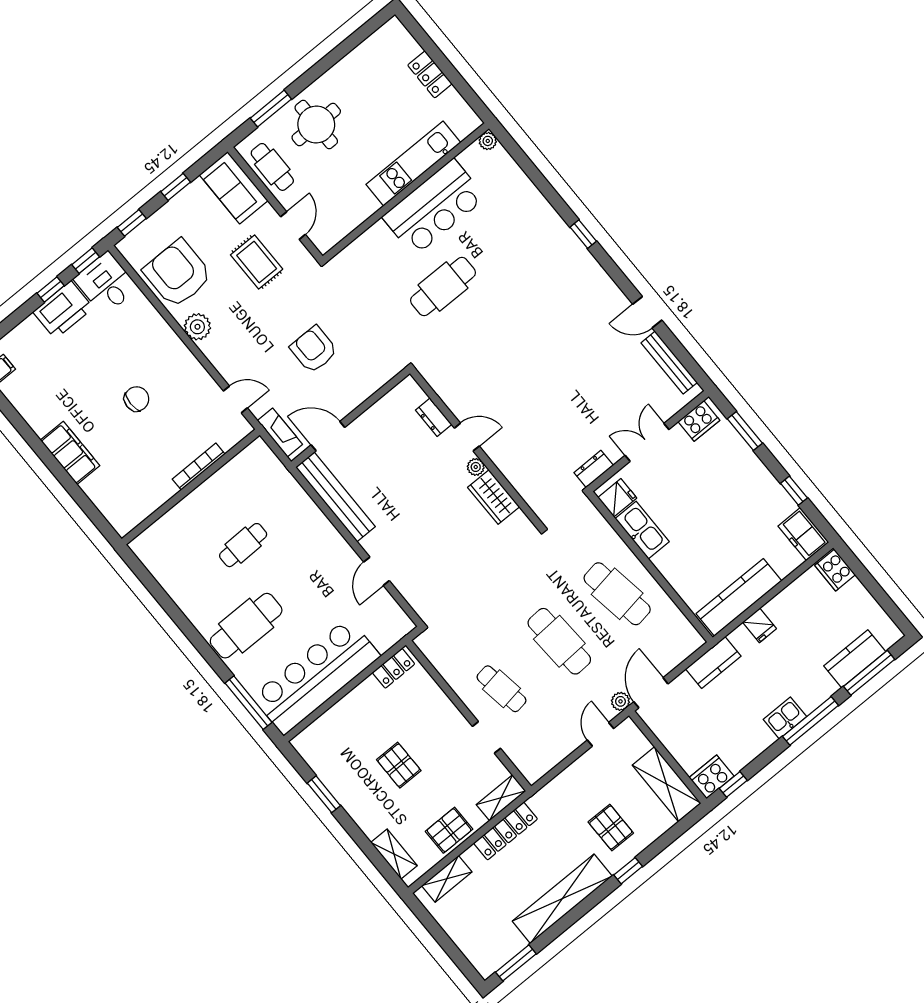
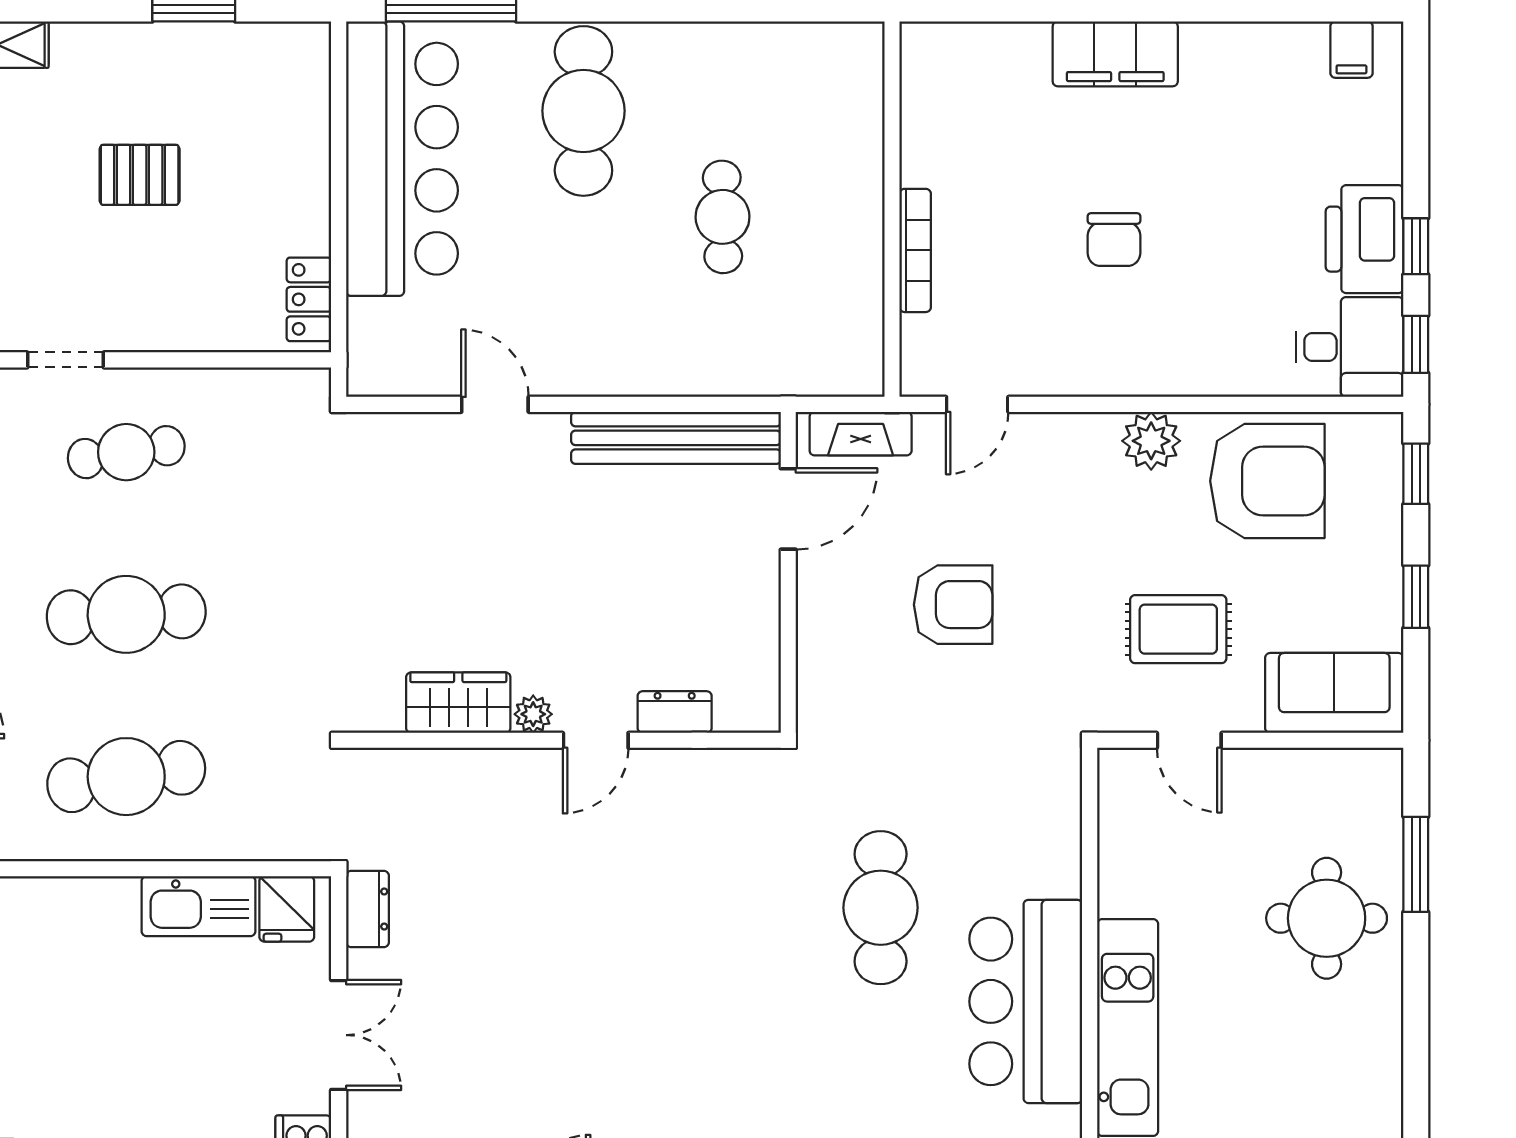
cafe table: (272, 167) -> (1316, 786), removed

